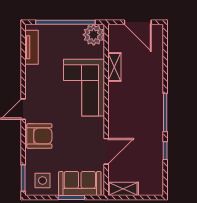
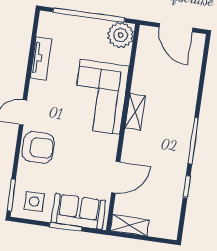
tv unit: (31, 47) -> (41, 58), moved
shelving: (114, 67) -> (135, 112), moved

